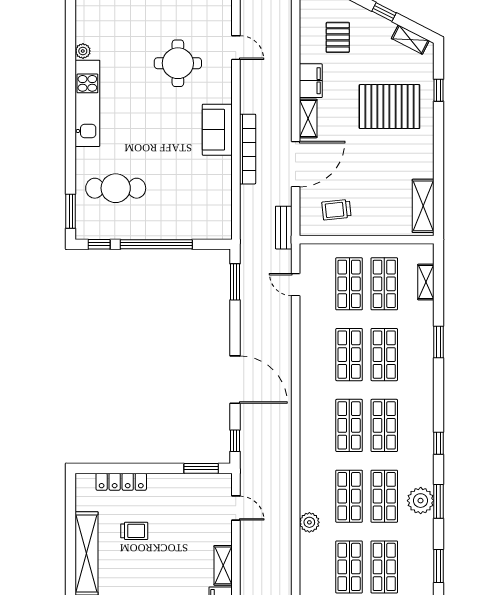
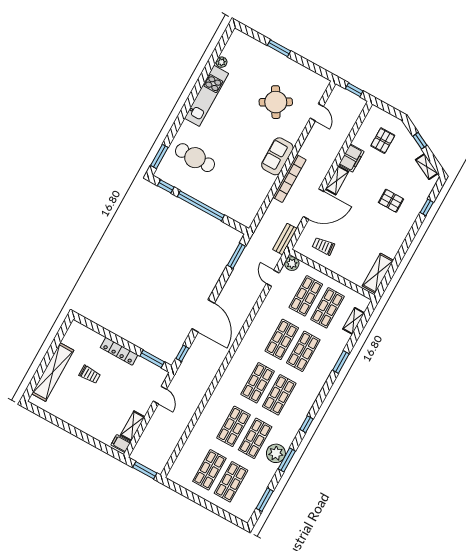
round table: (178, 63) -> (276, 102), turned -30
pallet: (389, 107) -> (391, 201), width x0.49, depth x0.50
locker: (121, 482) -> (119, 351), moved
plant: (309, 522) -> (292, 264), moved

